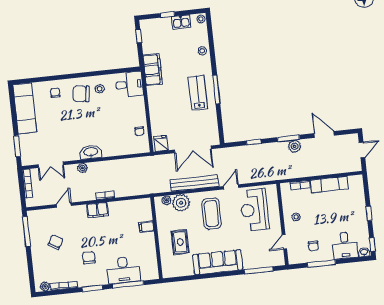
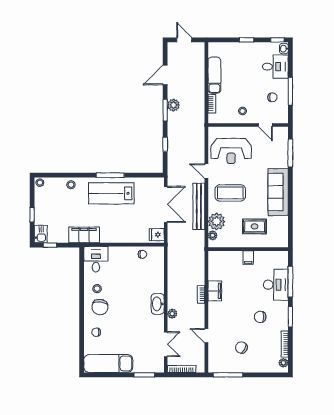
kitchen sink: (181, 22) -> (41, 234), moved
lab bench: (198, 93) -> (111, 193), width x1.36, depth x1.39
filing cabinet: (98, 210) -> (215, 291), moved
filing cabinet: (146, 227) -> (248, 258), moved

